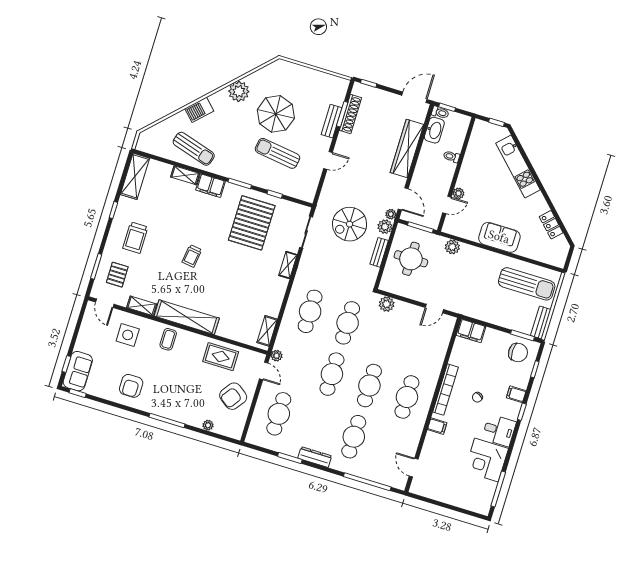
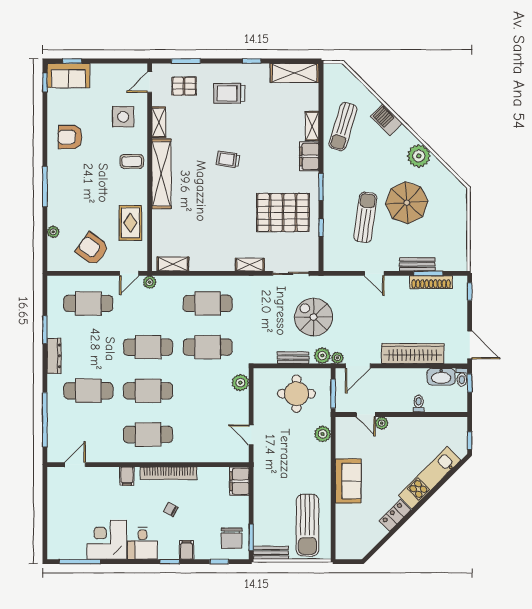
locker: (551, 225) -> (395, 515), moved

